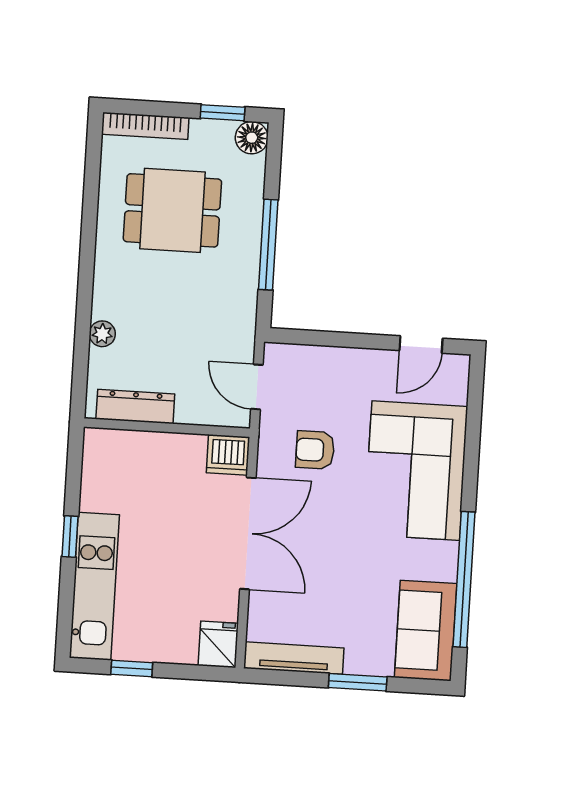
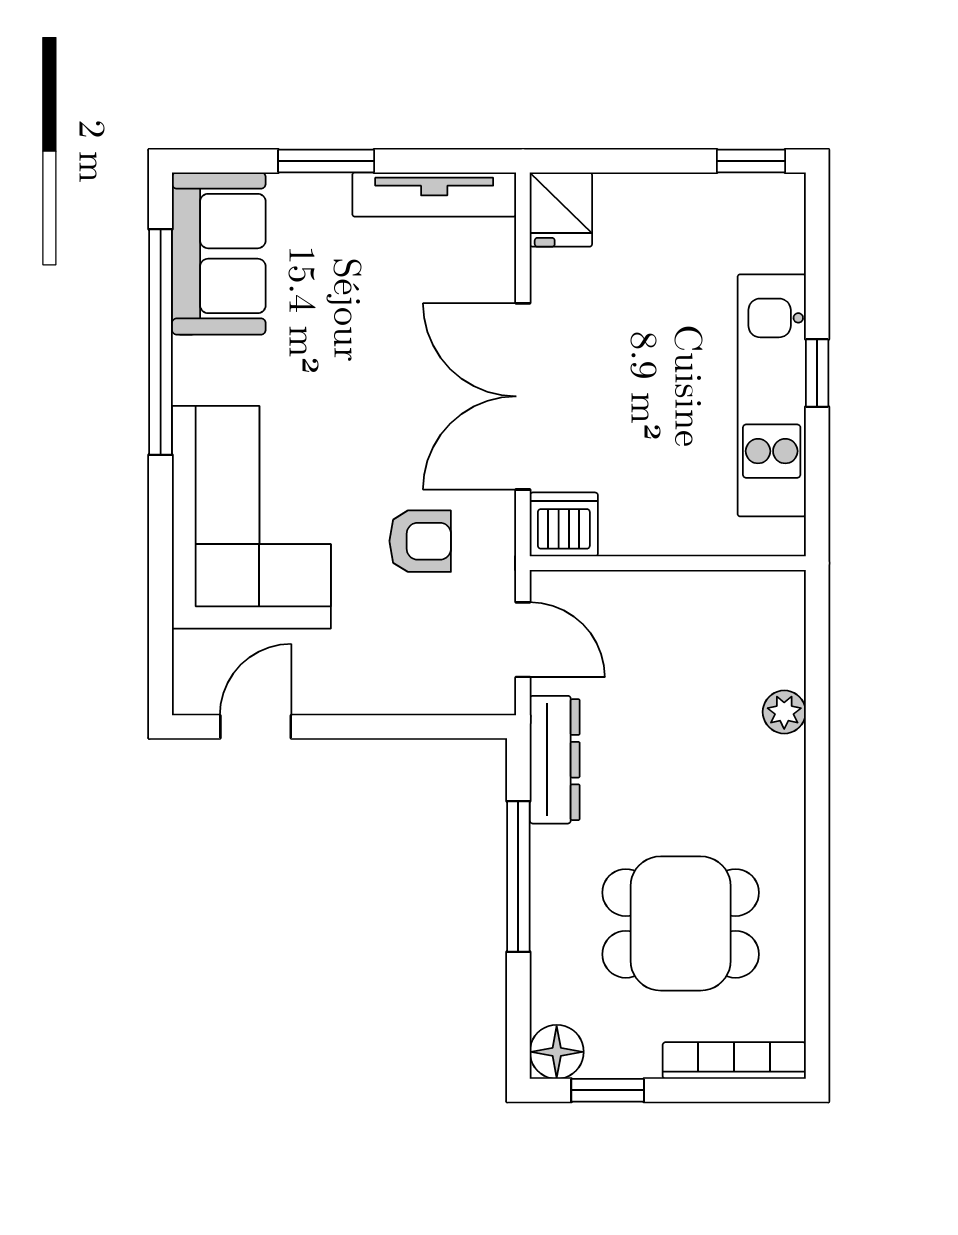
dresser: (135, 407) -> (555, 760), moved, turned -90
kitchen unit: (94, 586) -> (772, 395), moved
window: (132, 668) -> (751, 161), moved

